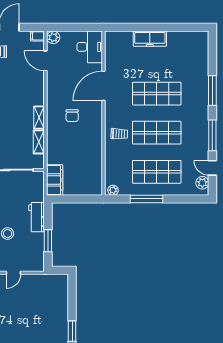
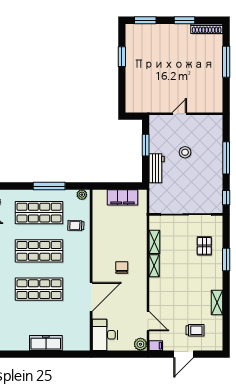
trolley: (119, 134) -> (76, 226), moved
filing cabinet: (55, 180) -> (122, 197), moved, turned -90

